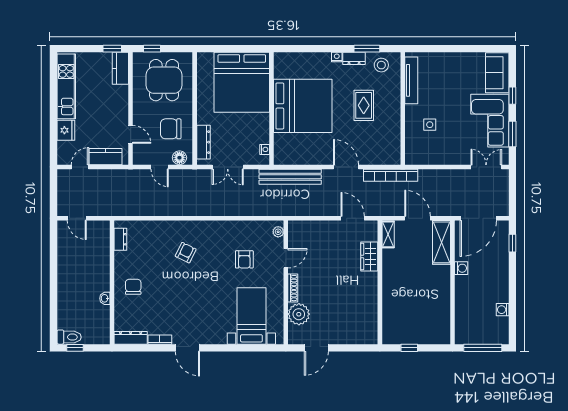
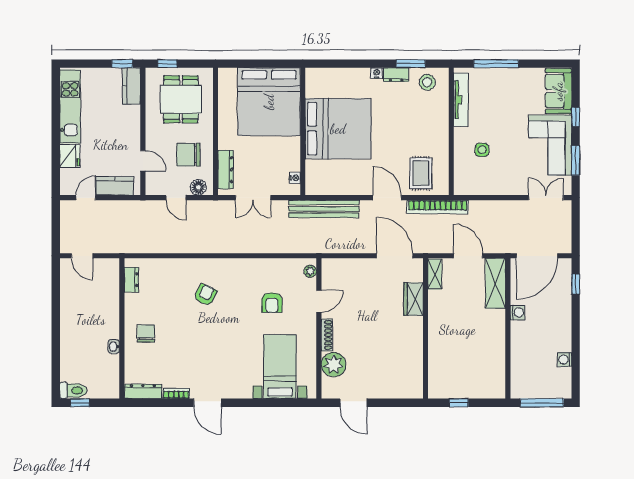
window: (442, 49) -> (496, 64), added
rug: (364, 105) -> (421, 173), moved
door: (353, 218) -> (395, 256), width x1.36
door: (316, 348) -> (353, 403), hinge flipped

